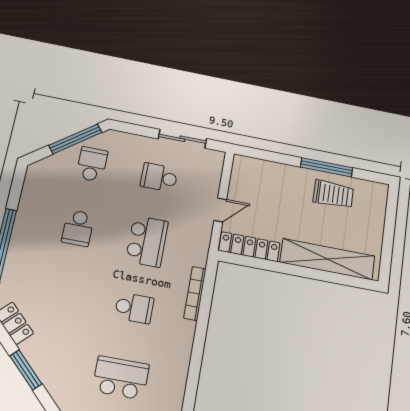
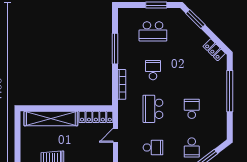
school desk: (134, 308) -> (153, 70), turned 90
window: (196, 359) -> (115, 49), added
window: (26, 370) -> (195, 19), moved

